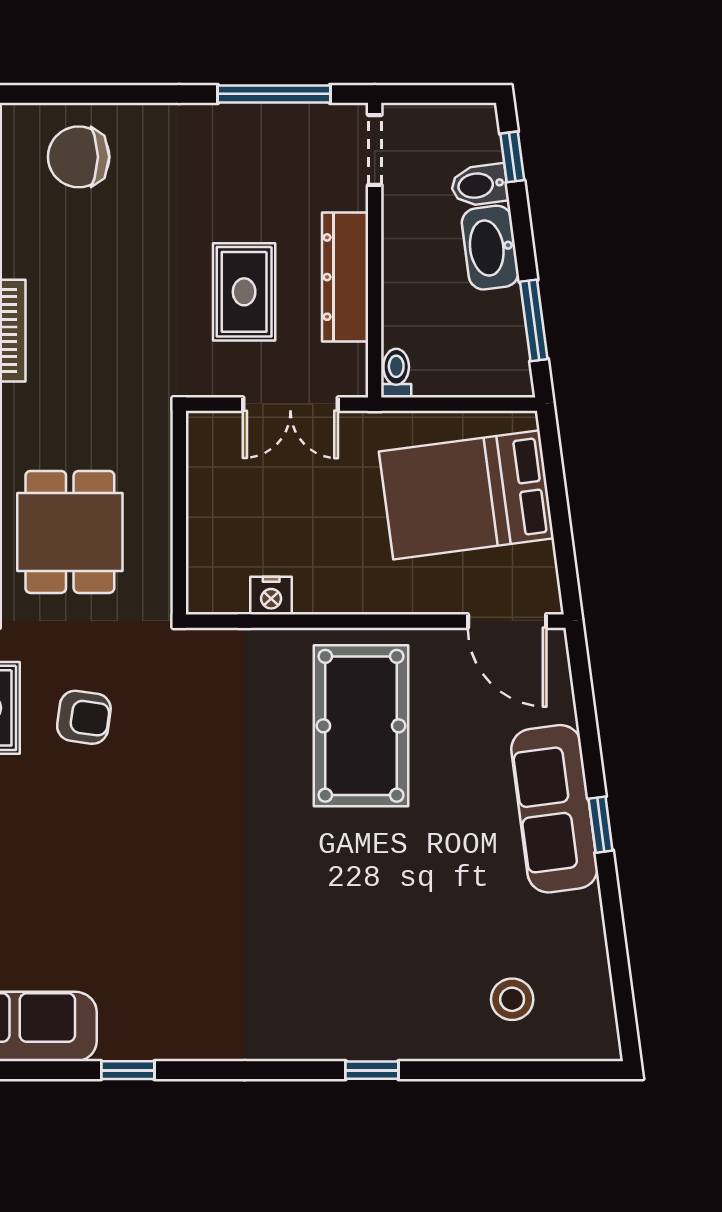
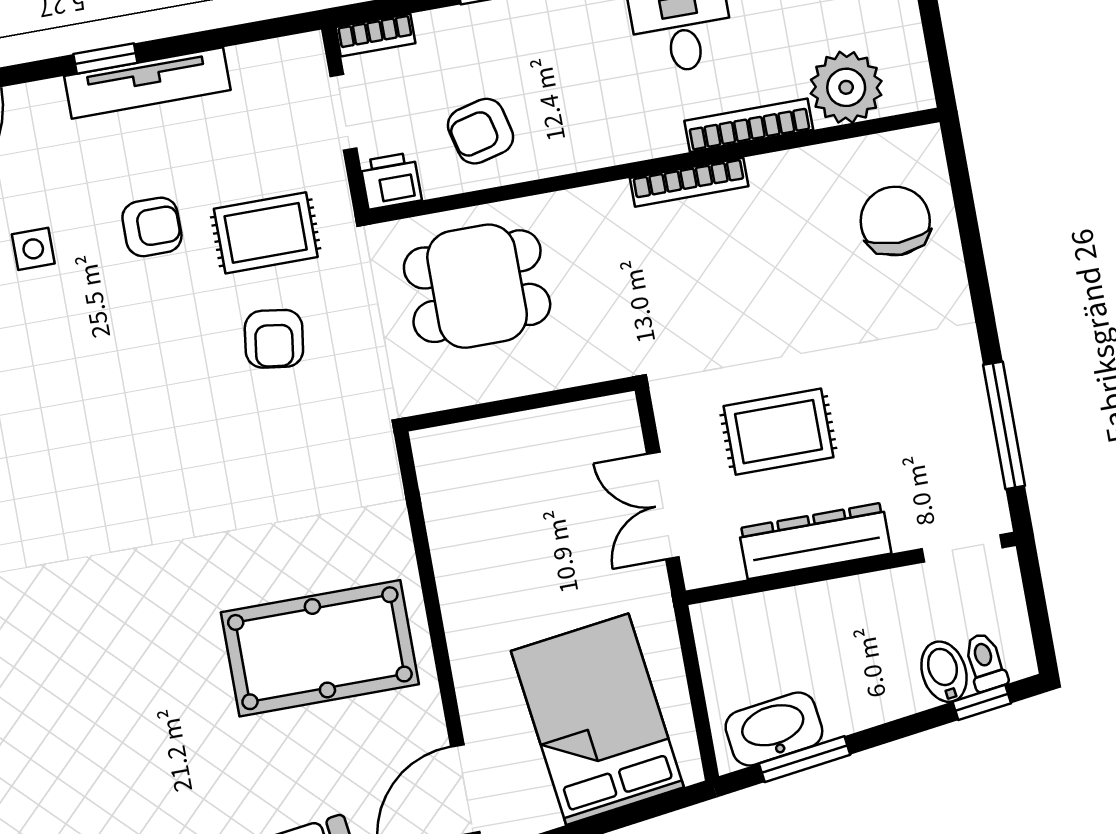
washbasin: (490, 248) -> (774, 729), moved
toilet: (396, 373) -> (985, 662), moved, turned -98
nightstand: (271, 596) -> (446, 522), removed

